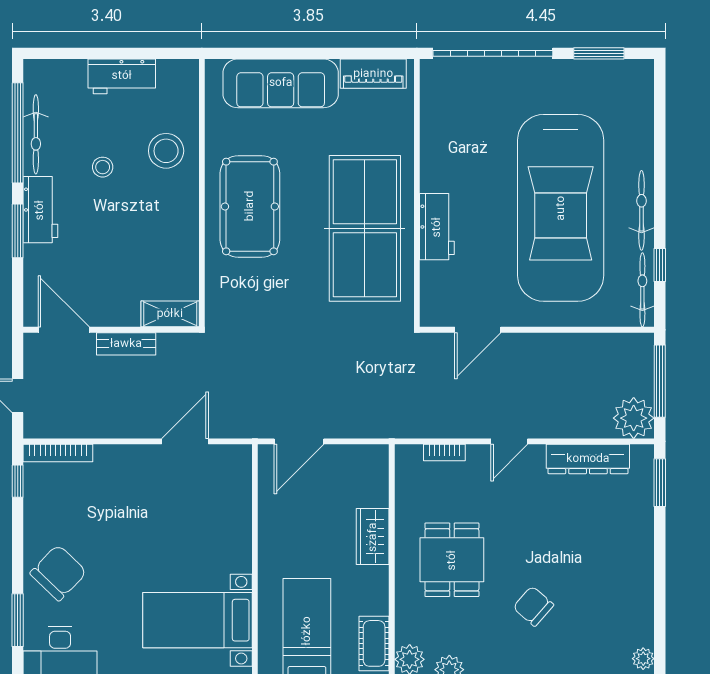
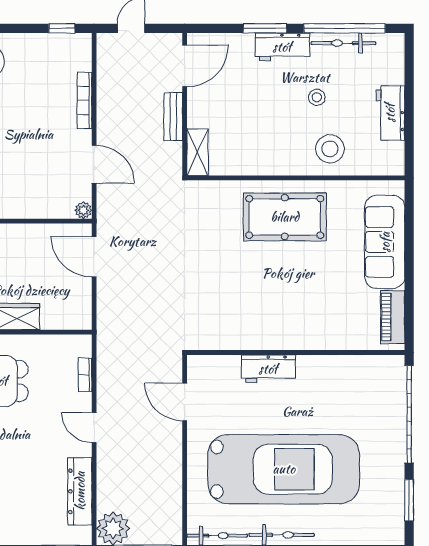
car: (561, 208) -> (284, 469), turned 180
table tennis table: (365, 228) -> (267, 310), removed
bookcase: (58, 453) -> (85, 101), moved
plant: (242, 455) -> (83, 210), added

